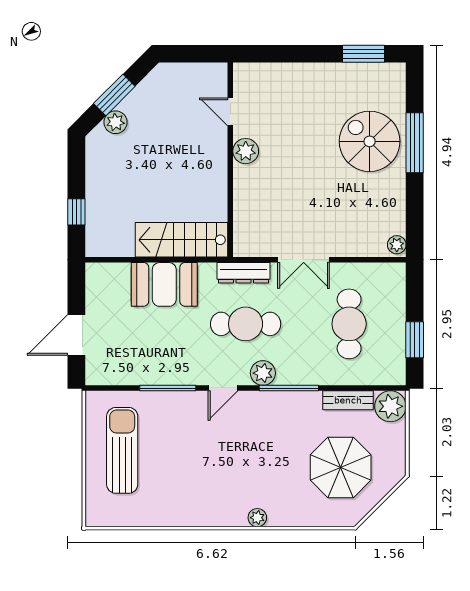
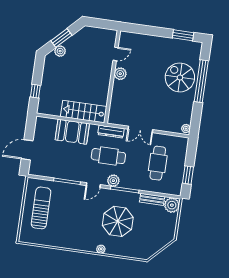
door: (230, 112) -> (116, 54), swing flipped
window: (415, 143) -> (201, 81), width x1.46
parasol: (341, 467) -> (118, 221), moved

